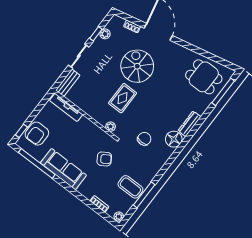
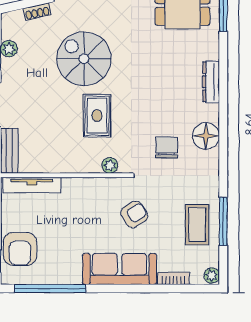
floor lamp: (174, 139) -> (206, 136), moved
sofa: (63, 169) -> (120, 269), moved
coffee table: (130, 187) -> (197, 225), turned 90

